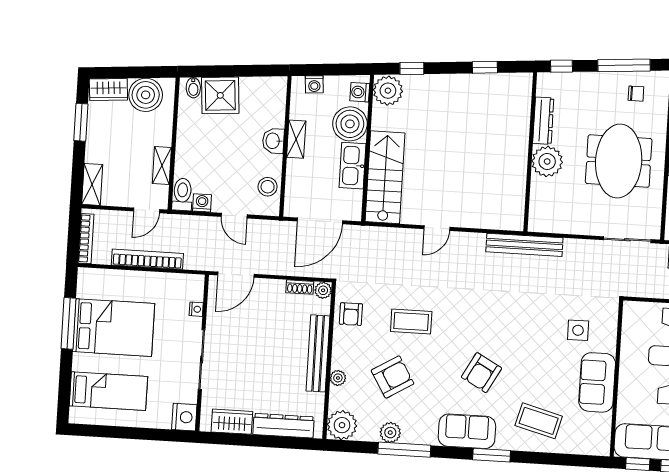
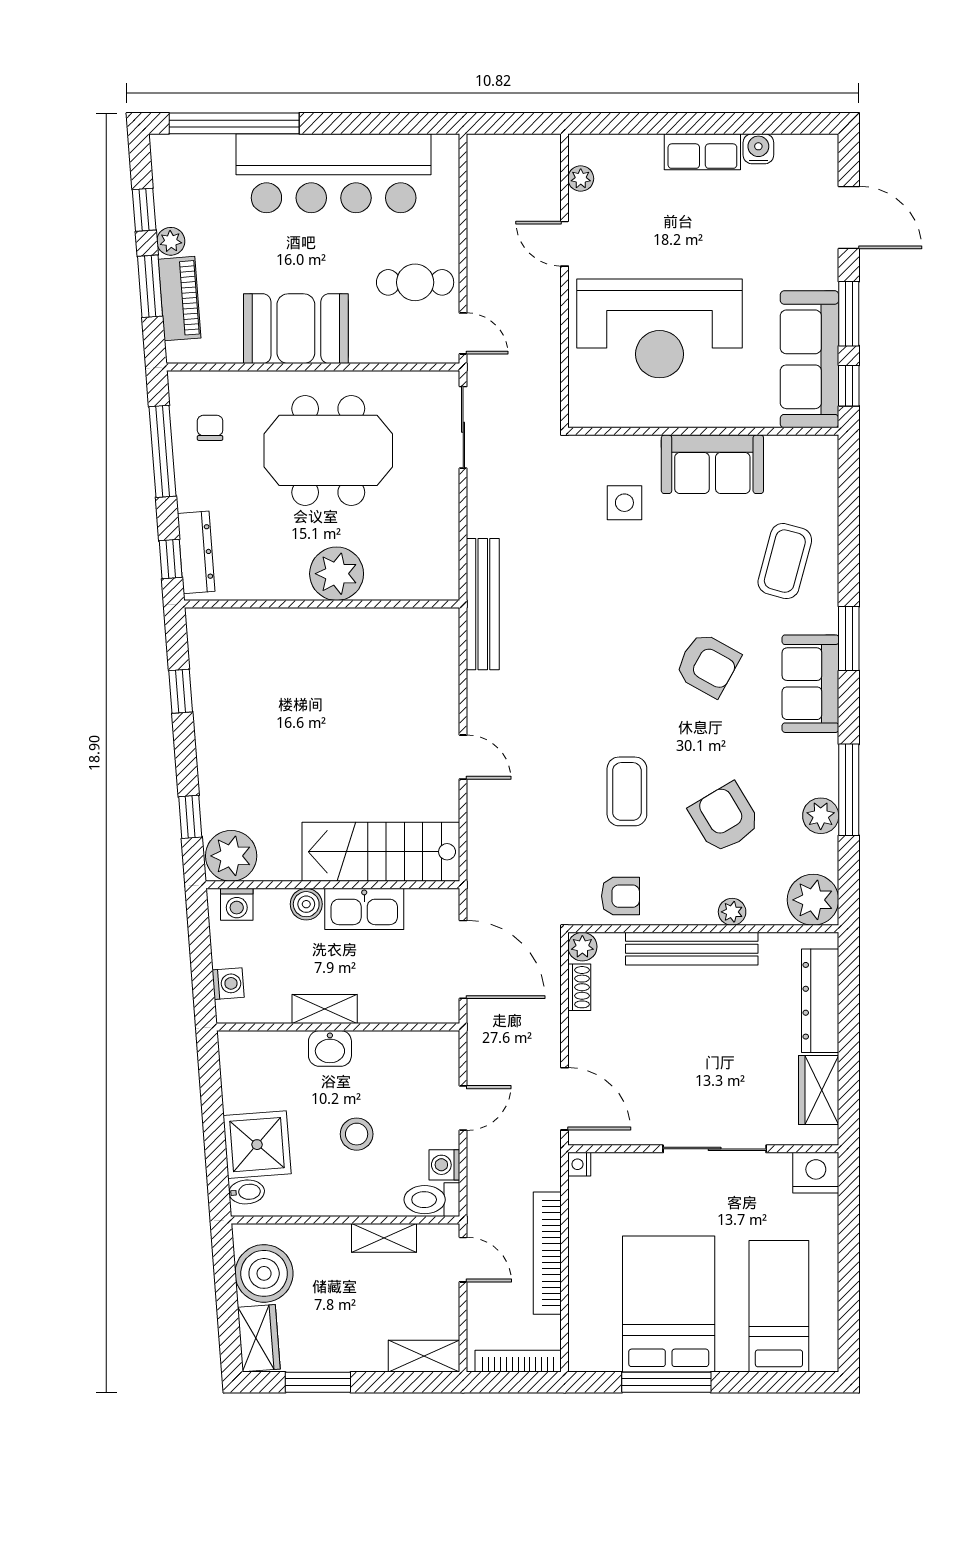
dresser: (543, 121) -> (196, 552), moved, turned 86
boiler: (350, 124) -> (306, 904), width x0.54, depth x0.54
stool: (268, 187) -> (357, 1134), moved
nightstand: (196, 309) -> (579, 1164), moved, turned -90

